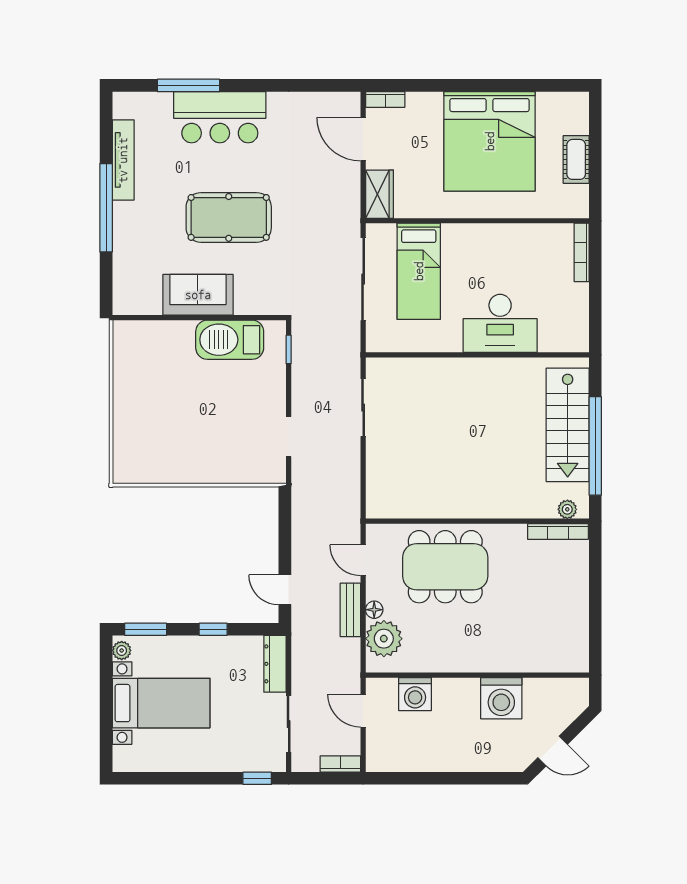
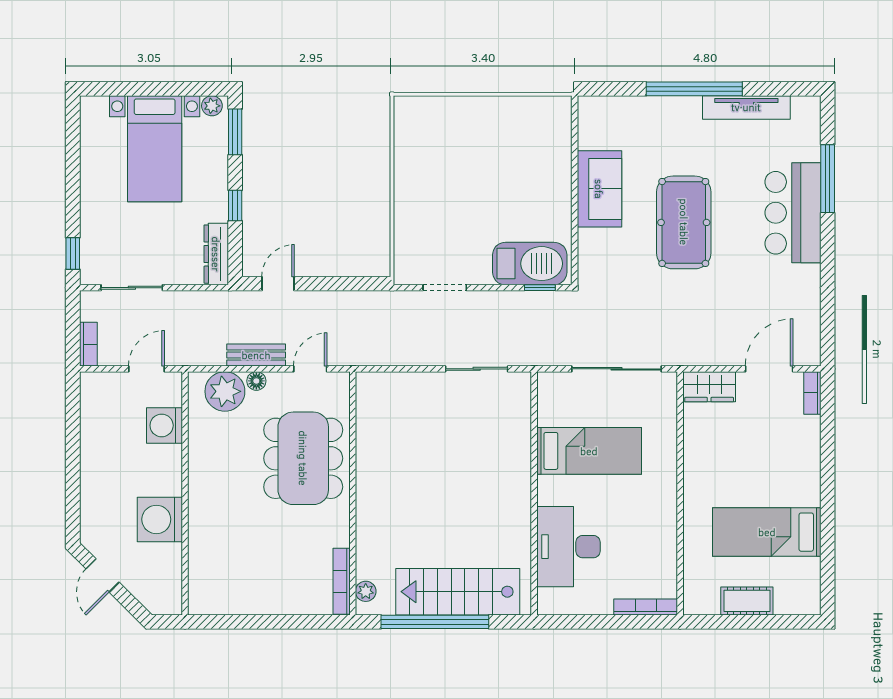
bed: (490, 141) -> (767, 532), width x0.49
bed: (419, 271) -> (589, 451), moved, turned 180
desk: (500, 323) -> (568, 547), moved
barbecue: (230, 340) -> (530, 264), moved, turned 90
dresser: (275, 664) -> (216, 254), moved, turned -90

